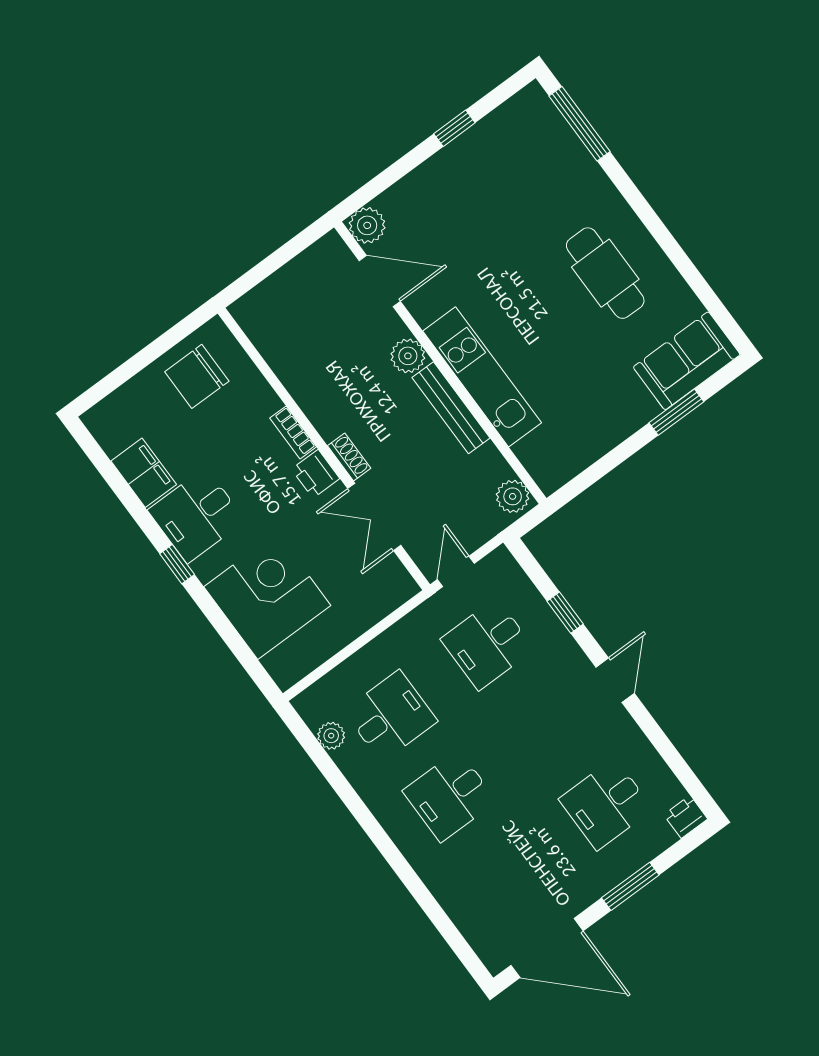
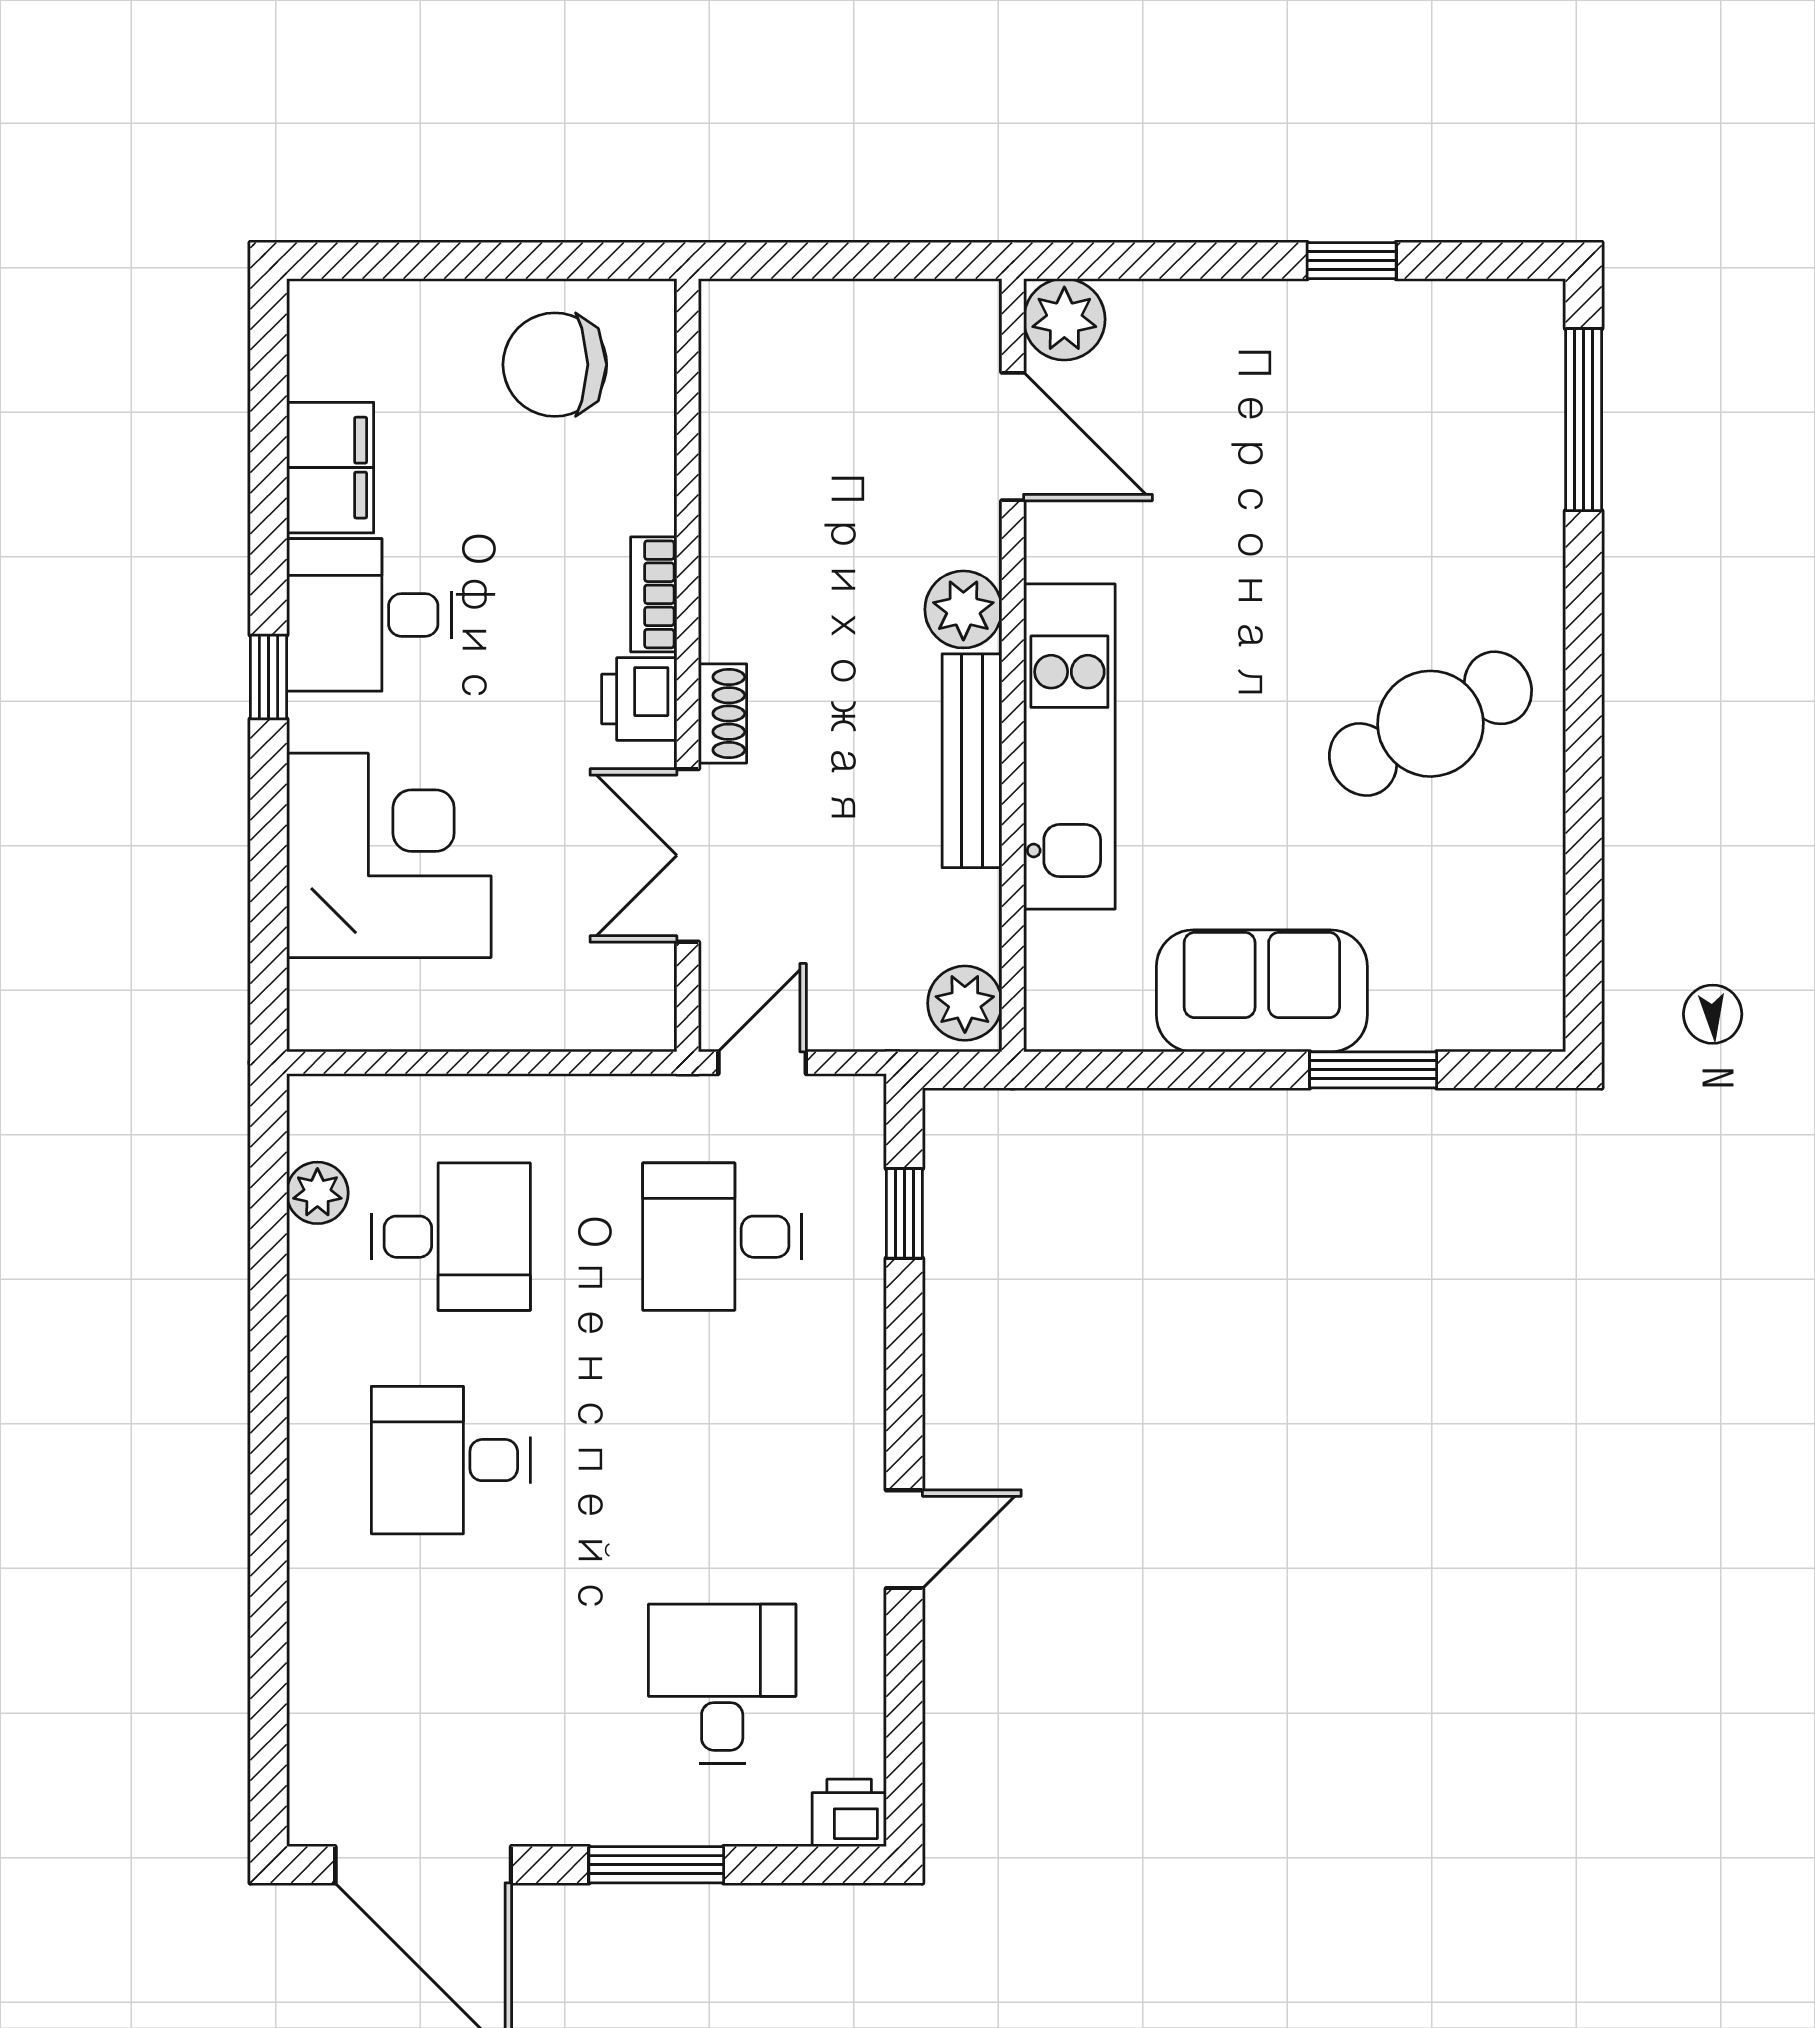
cafe table: (605, 273) -> (1430, 724), turned 62
sofa: (687, 361) -> (1262, 991), moved
window: (565, 613) -> (904, 1213), moved
door: (615, 680) -> (904, 1539), moved
desk: (606, 804) -> (722, 1684), turned 90

